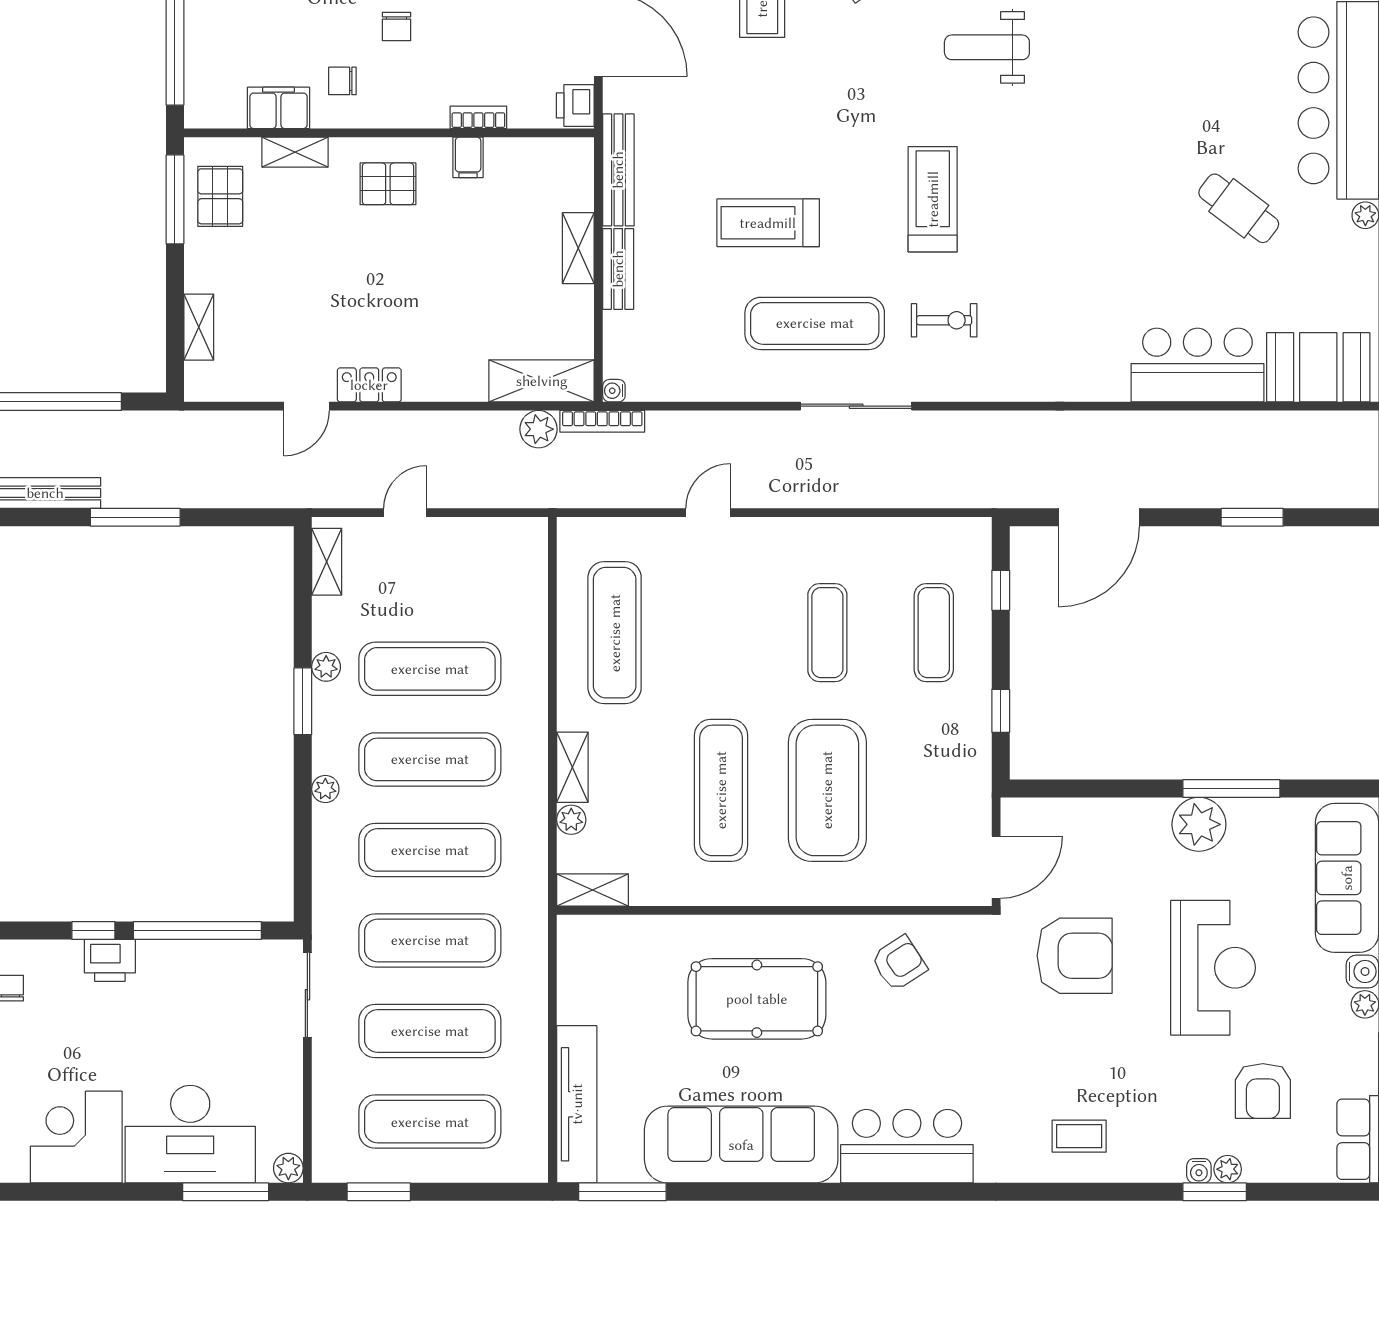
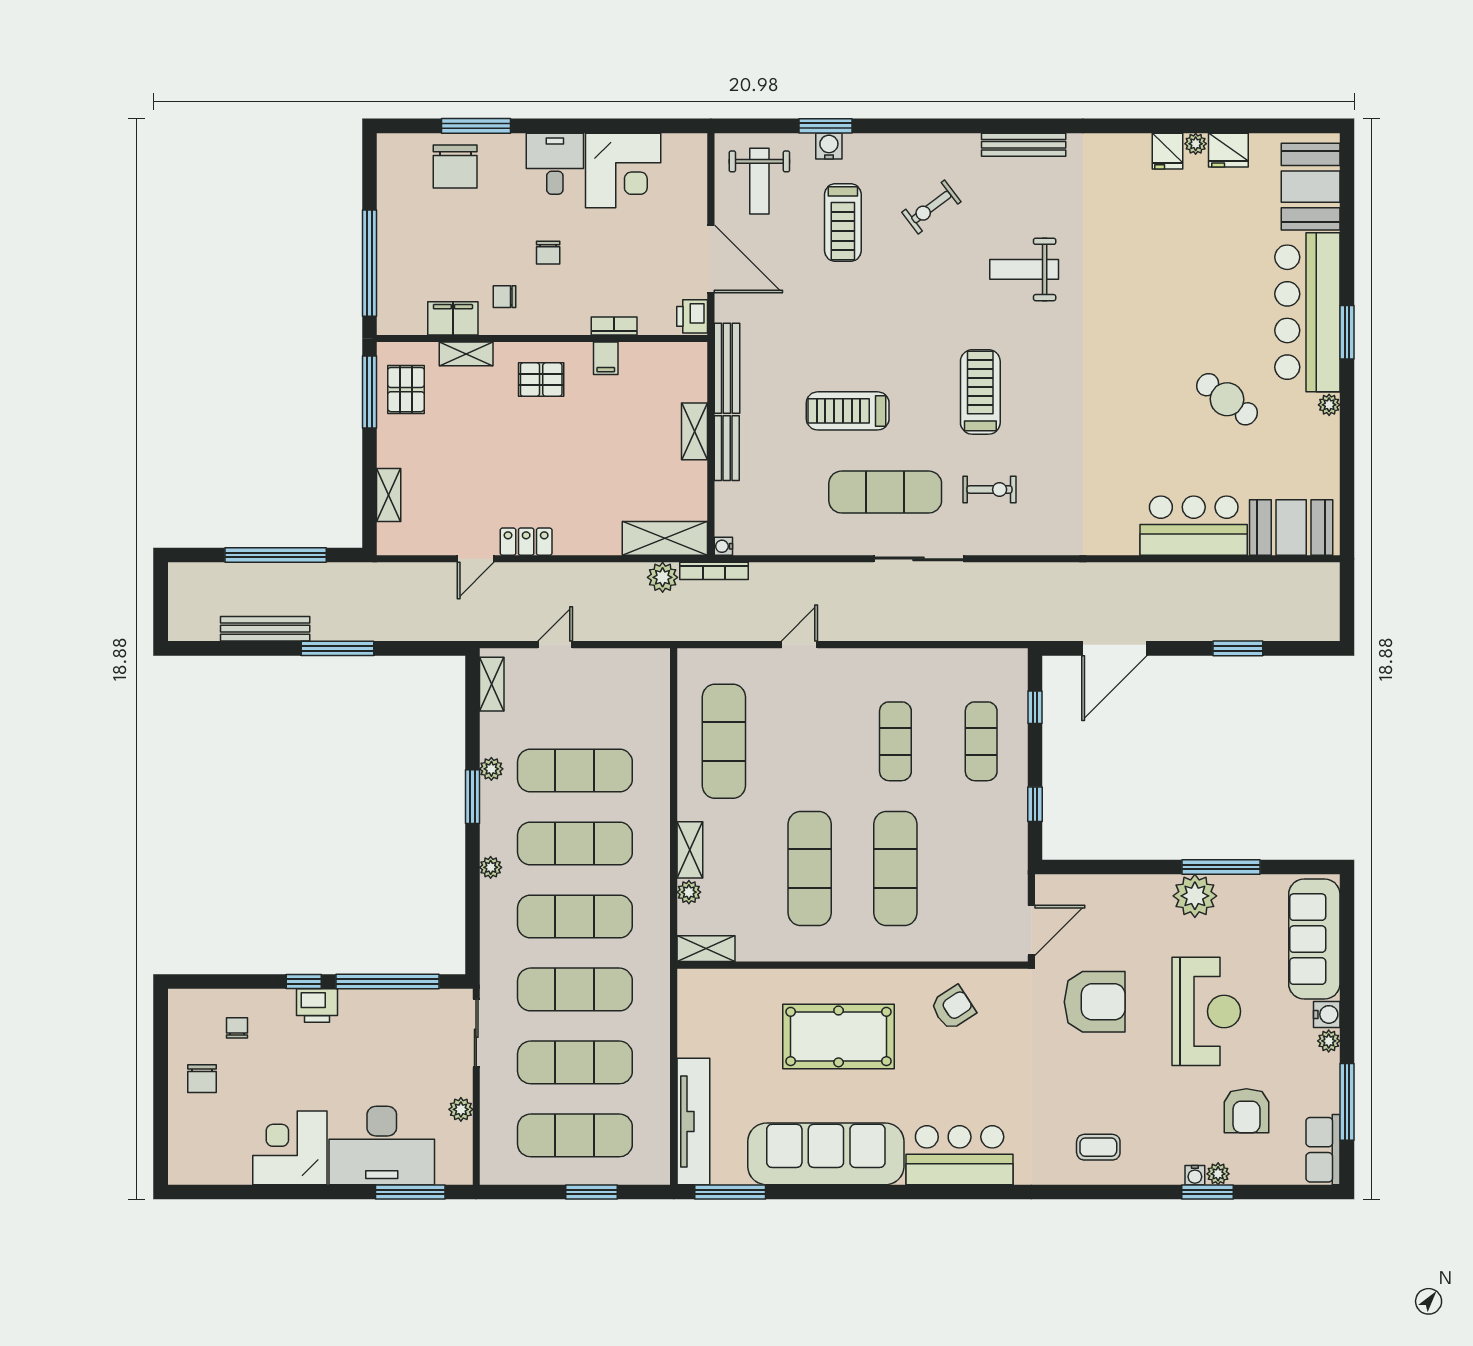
exercise mat: (827, 790) -> (895, 868), width x0.68
plant: (288, 1168) -> (461, 1109), moved
window: (379, 1192) -> (592, 1192), moved

